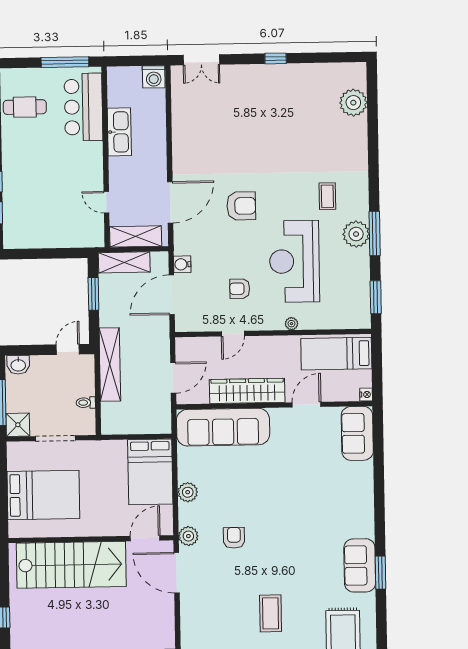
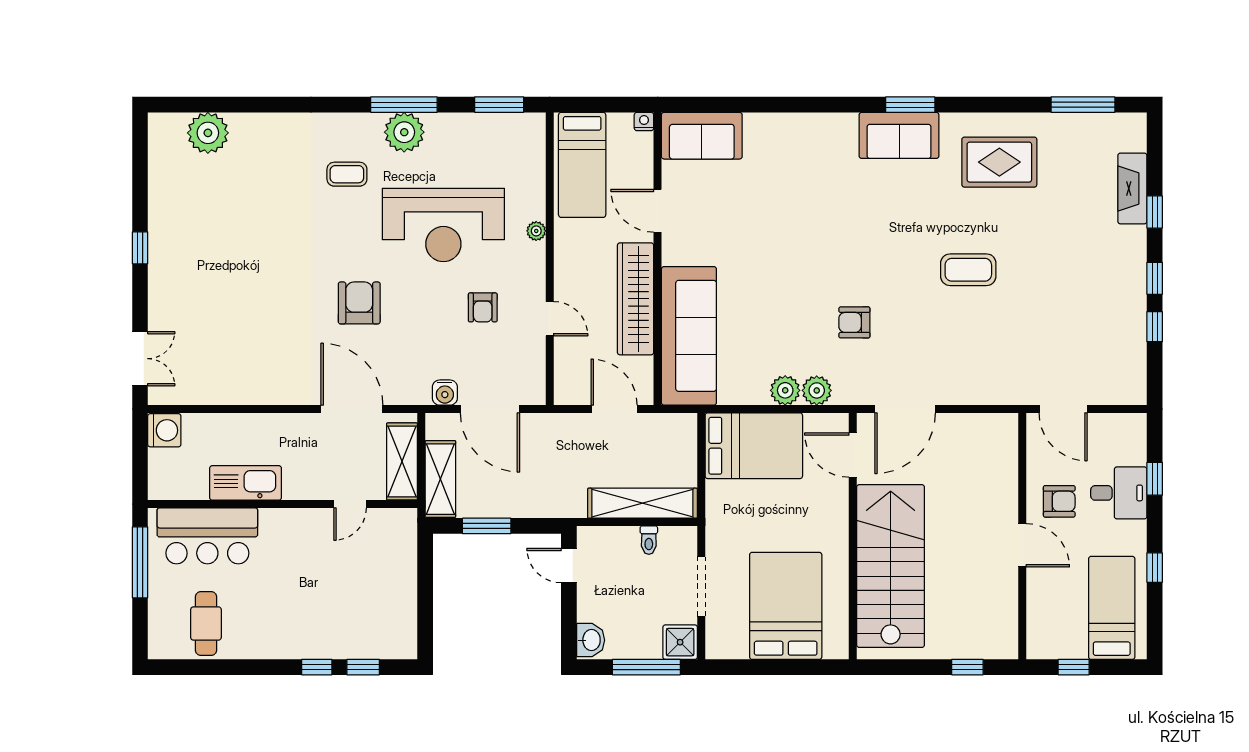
shelving: (110, 364) -> (642, 503), moved
plant: (188, 536) -> (817, 390), moved

